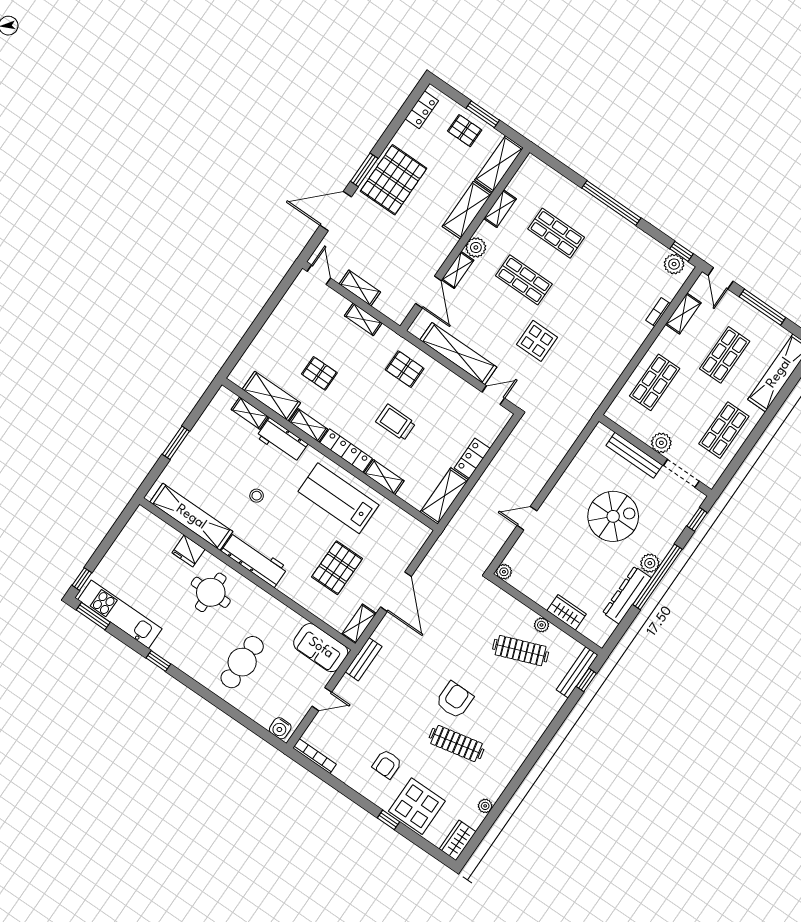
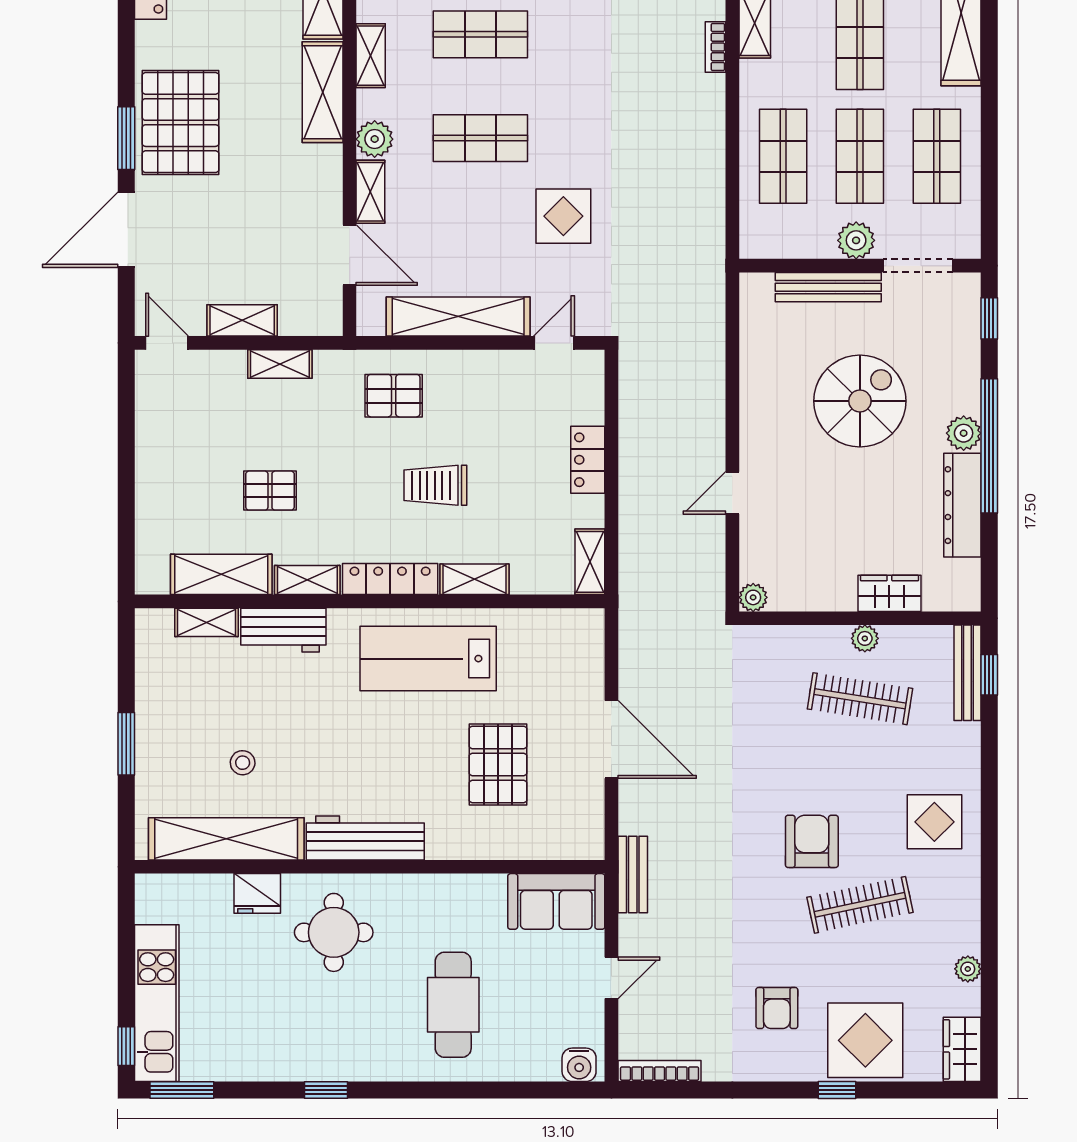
shop shelf: (689, 406) -> (860, 156), added
stool: (257, 496) -> (243, 763), moved
shelving: (444, 496) -> (590, 562), width x0.67, depth x0.75
kitchen unit: (120, 614) -> (157, 1003), moved, turned 90
shelving: (359, 624) -> (589, 826), removed
clothes rail: (521, 651) -> (860, 699), turned 30
display table: (516, 729) -> (934, 822), added

